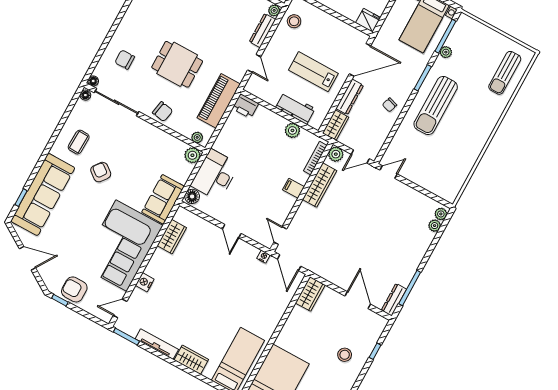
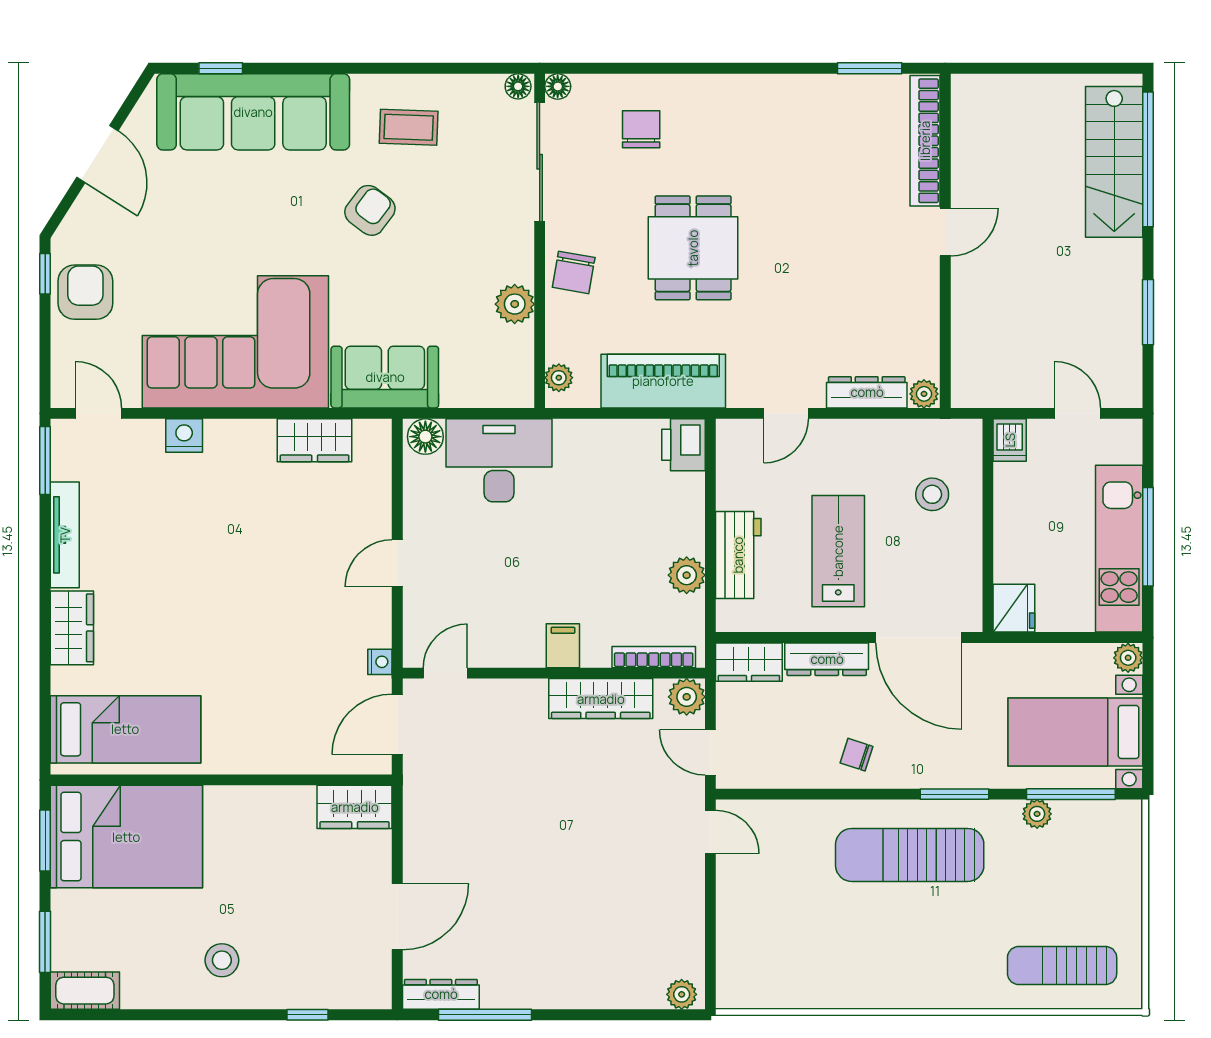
stool: (294, 21) -> (932, 494), moved
plant: (192, 155) -> (515, 304), moved
plant: (435, 226) -> (649, 995), removed
stool: (345, 355) -> (222, 960), moved

